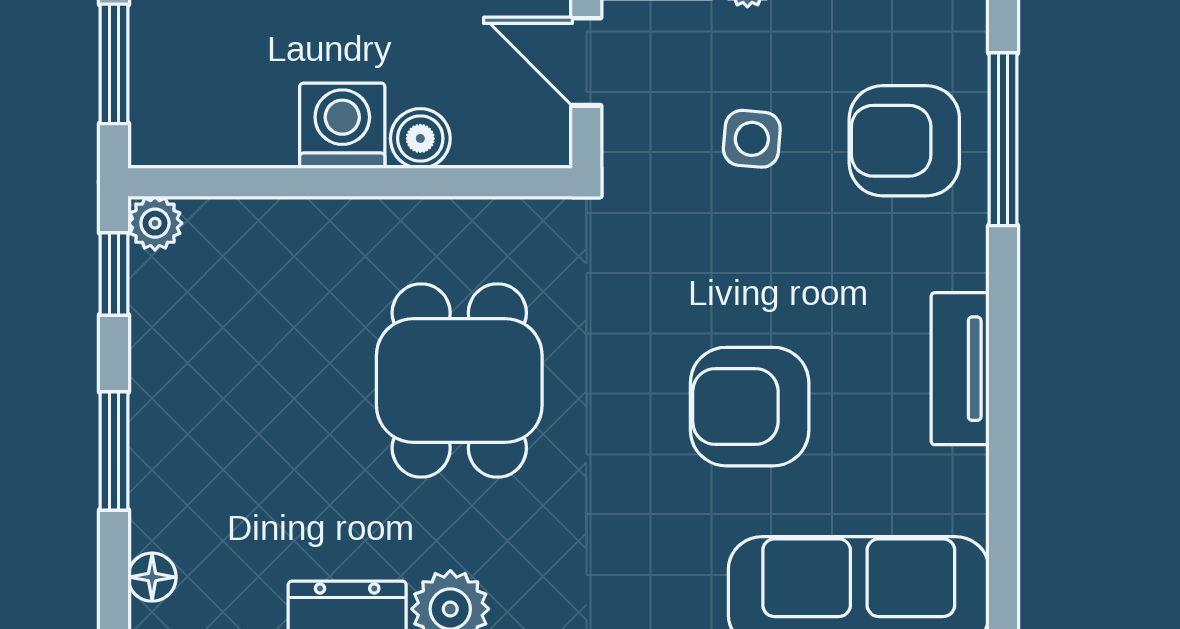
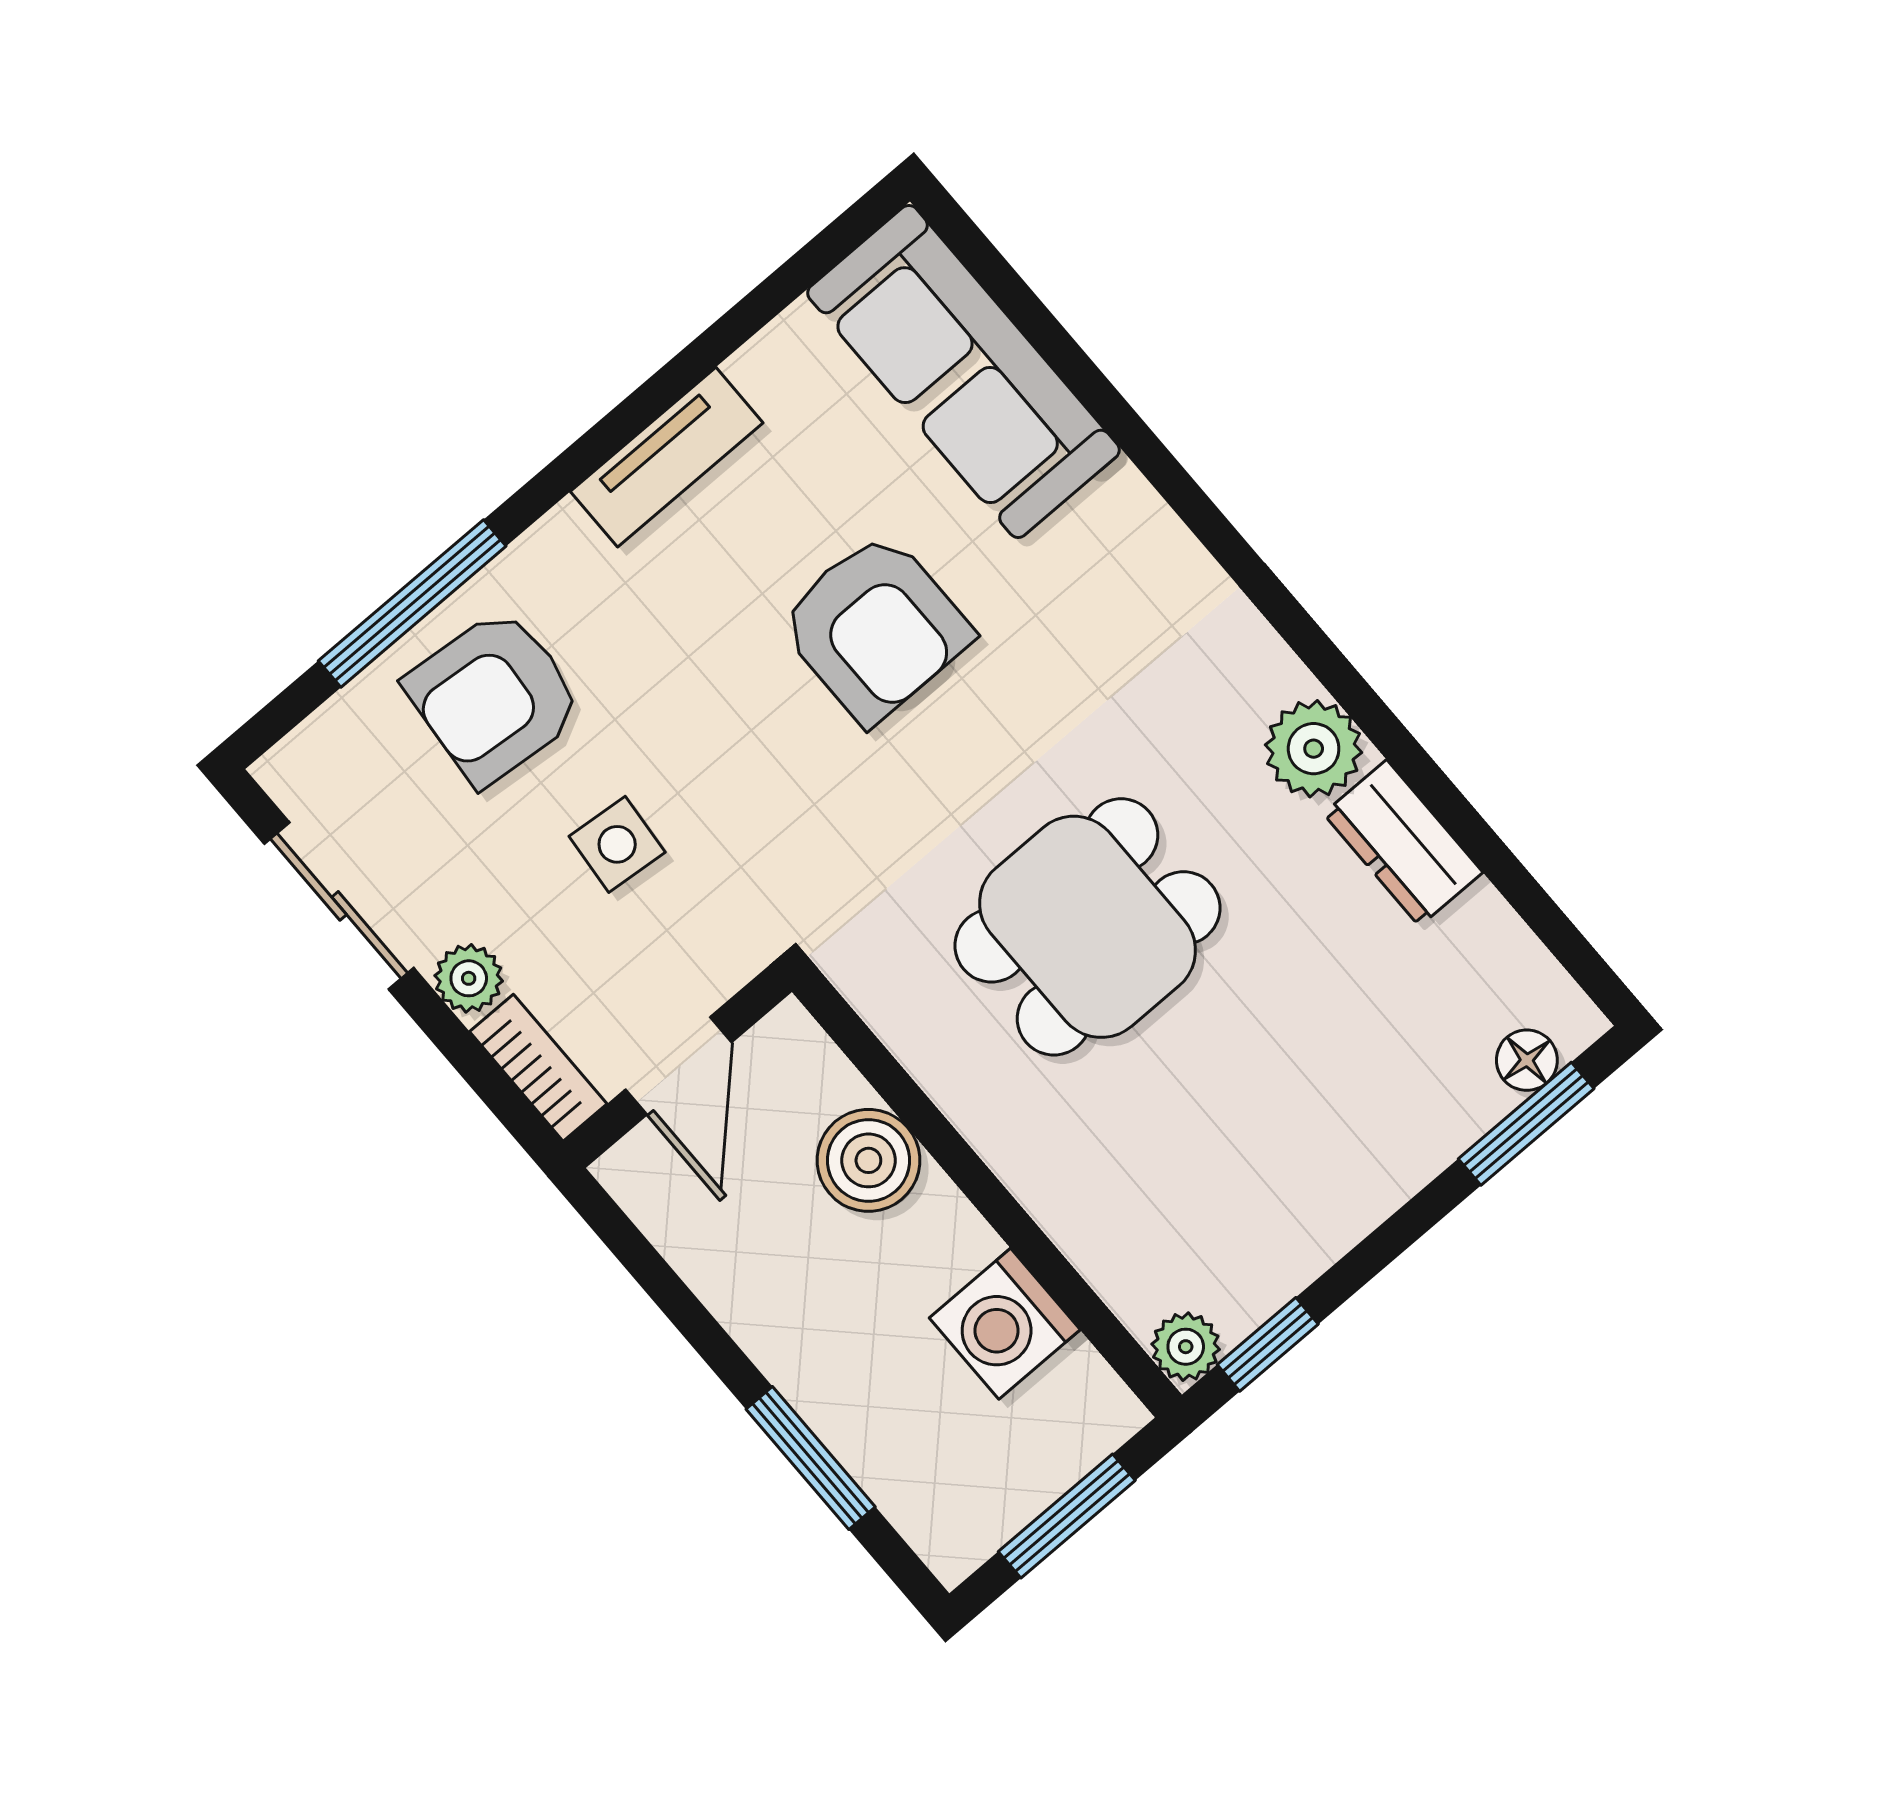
washing machine: (342, 126) -> (1005, 1324), moved
boiler: (420, 138) -> (868, 1160), width x1.36, depth x1.36
armchair: (904, 141) -> (494, 697), turned 95
window: (114, 451) -> (1526, 1124), moved

